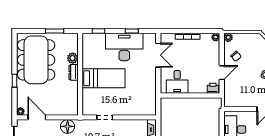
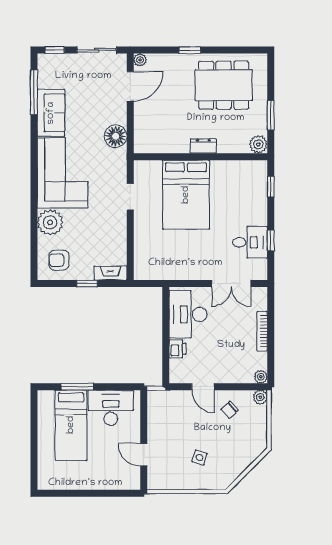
desk: (124, 47) -> (250, 242), width x0.53, depth x0.77
plant: (73, 58) -> (258, 144), moved
dining table: (36, 60) -> (224, 85), width x0.73, depth x0.80
bed: (104, 78) -> (186, 195), width x1.50
desk: (177, 82) -> (188, 314), width x1.37
printer: (213, 88) -> (178, 349), moved

